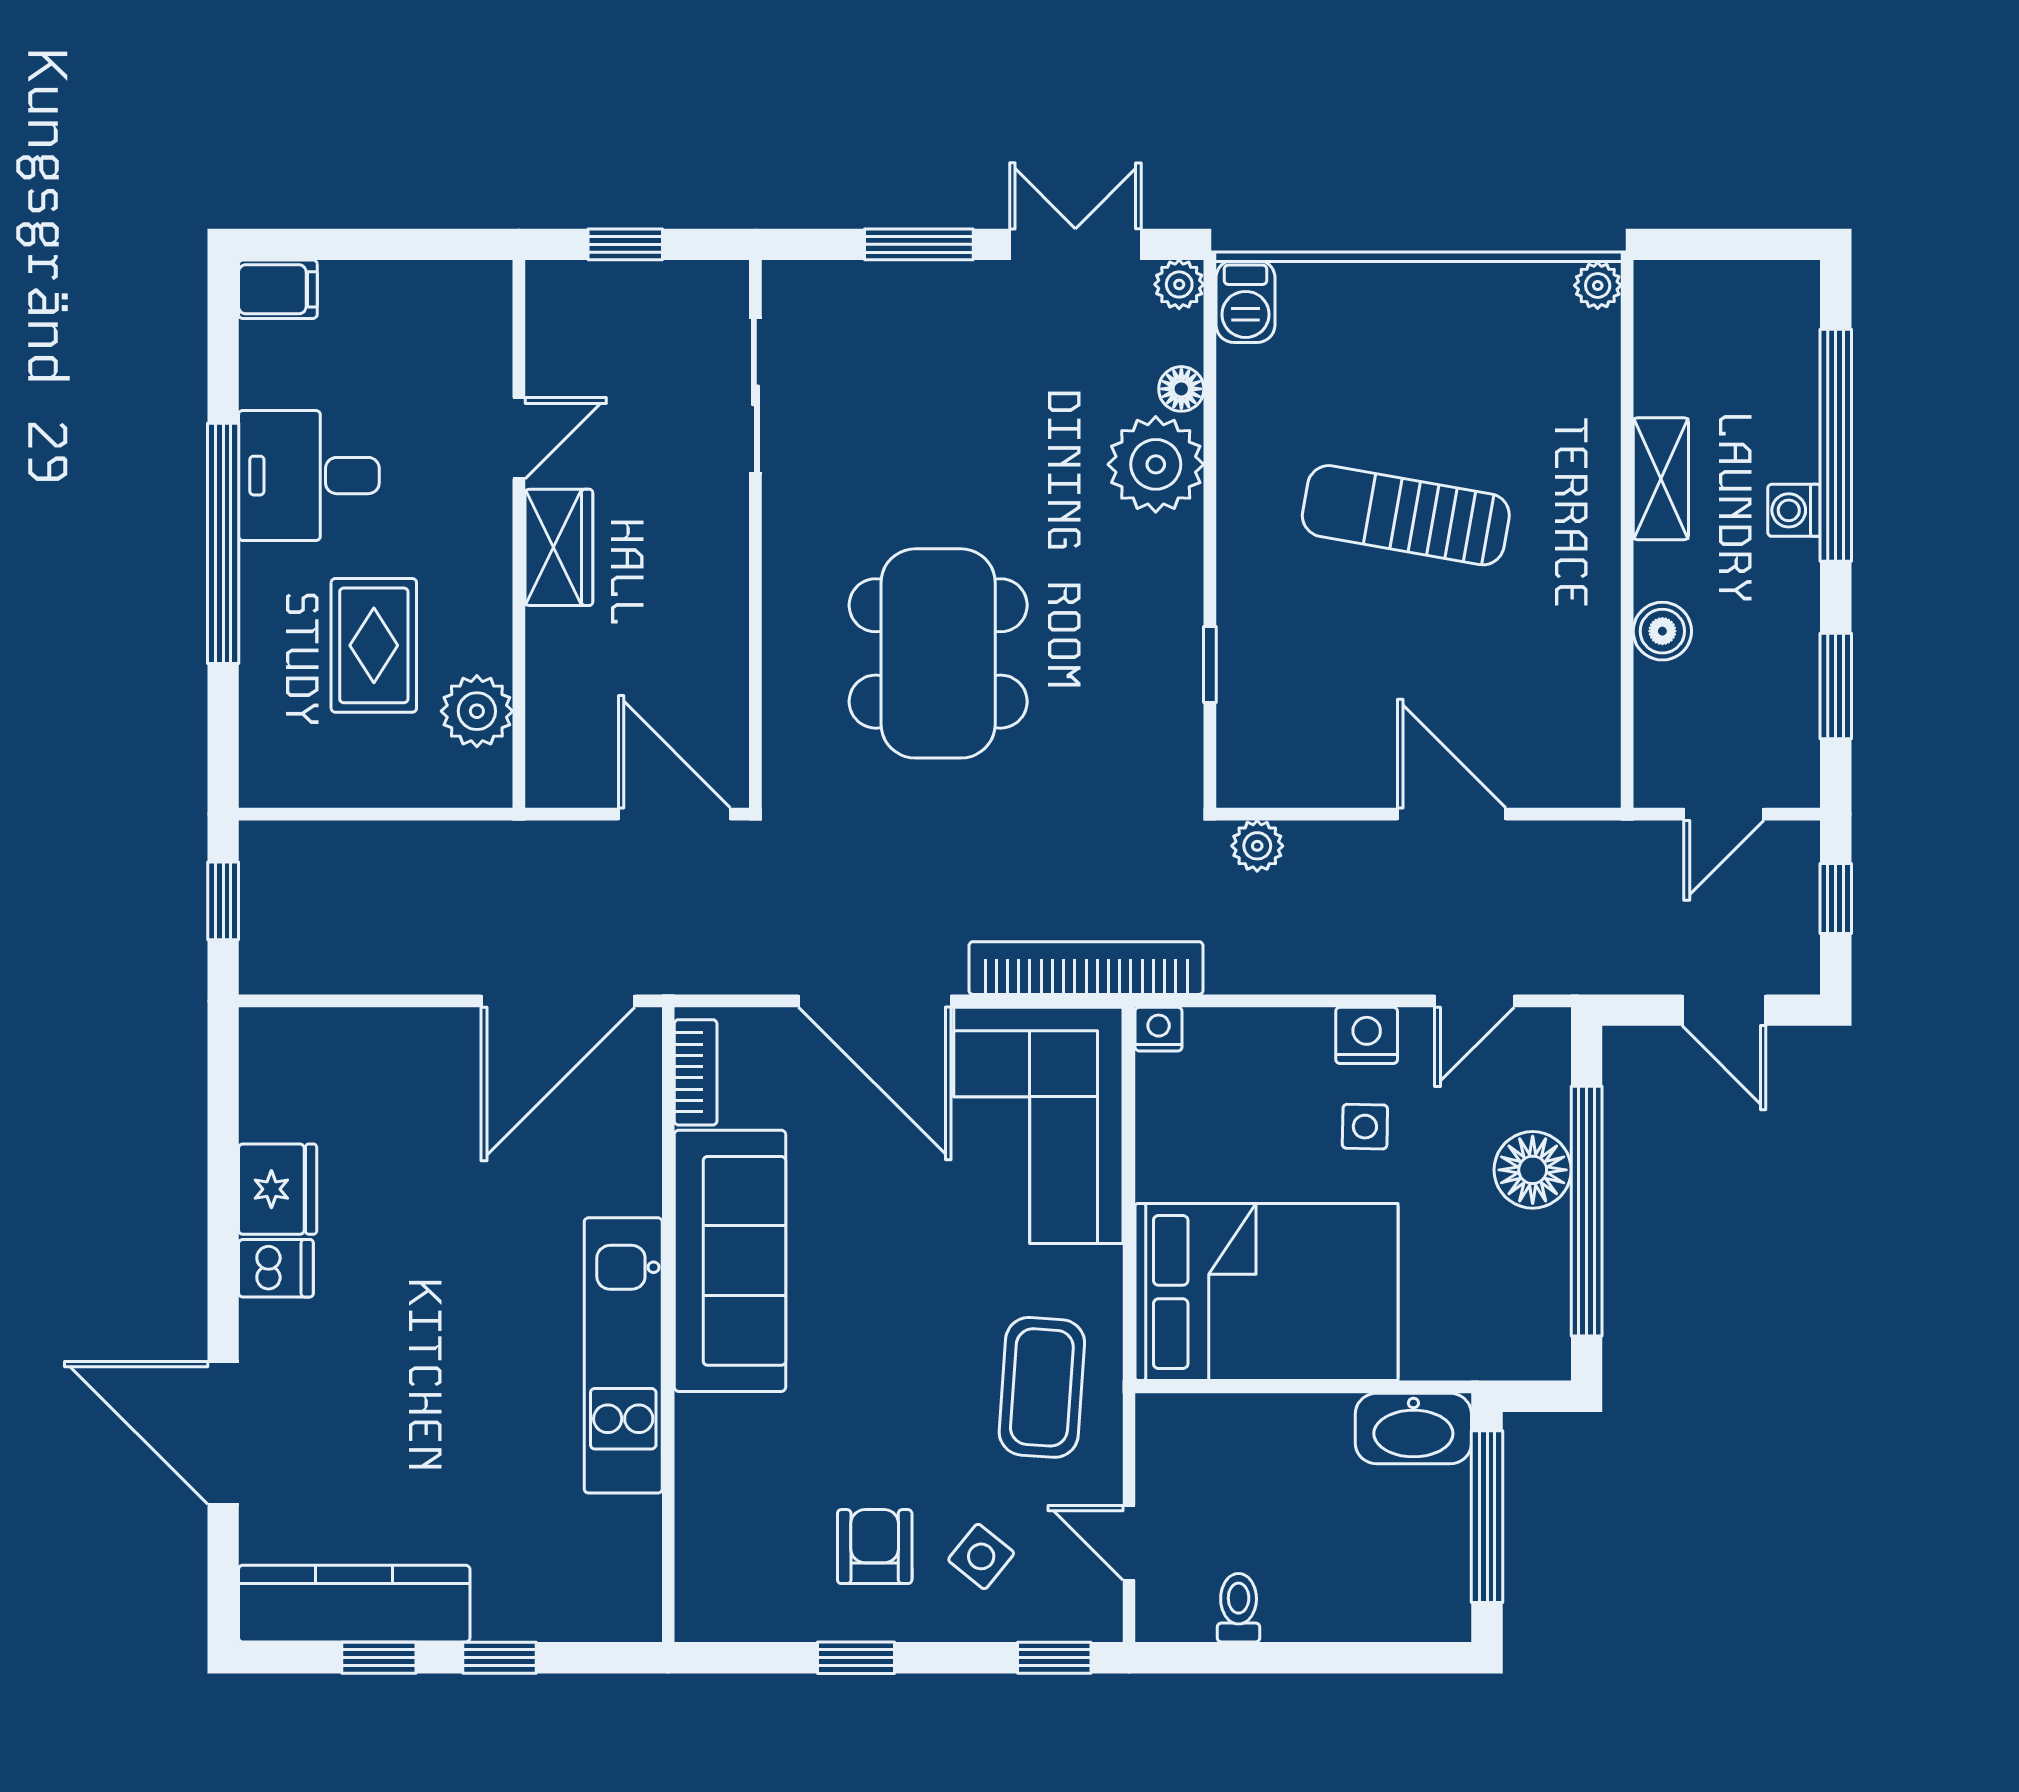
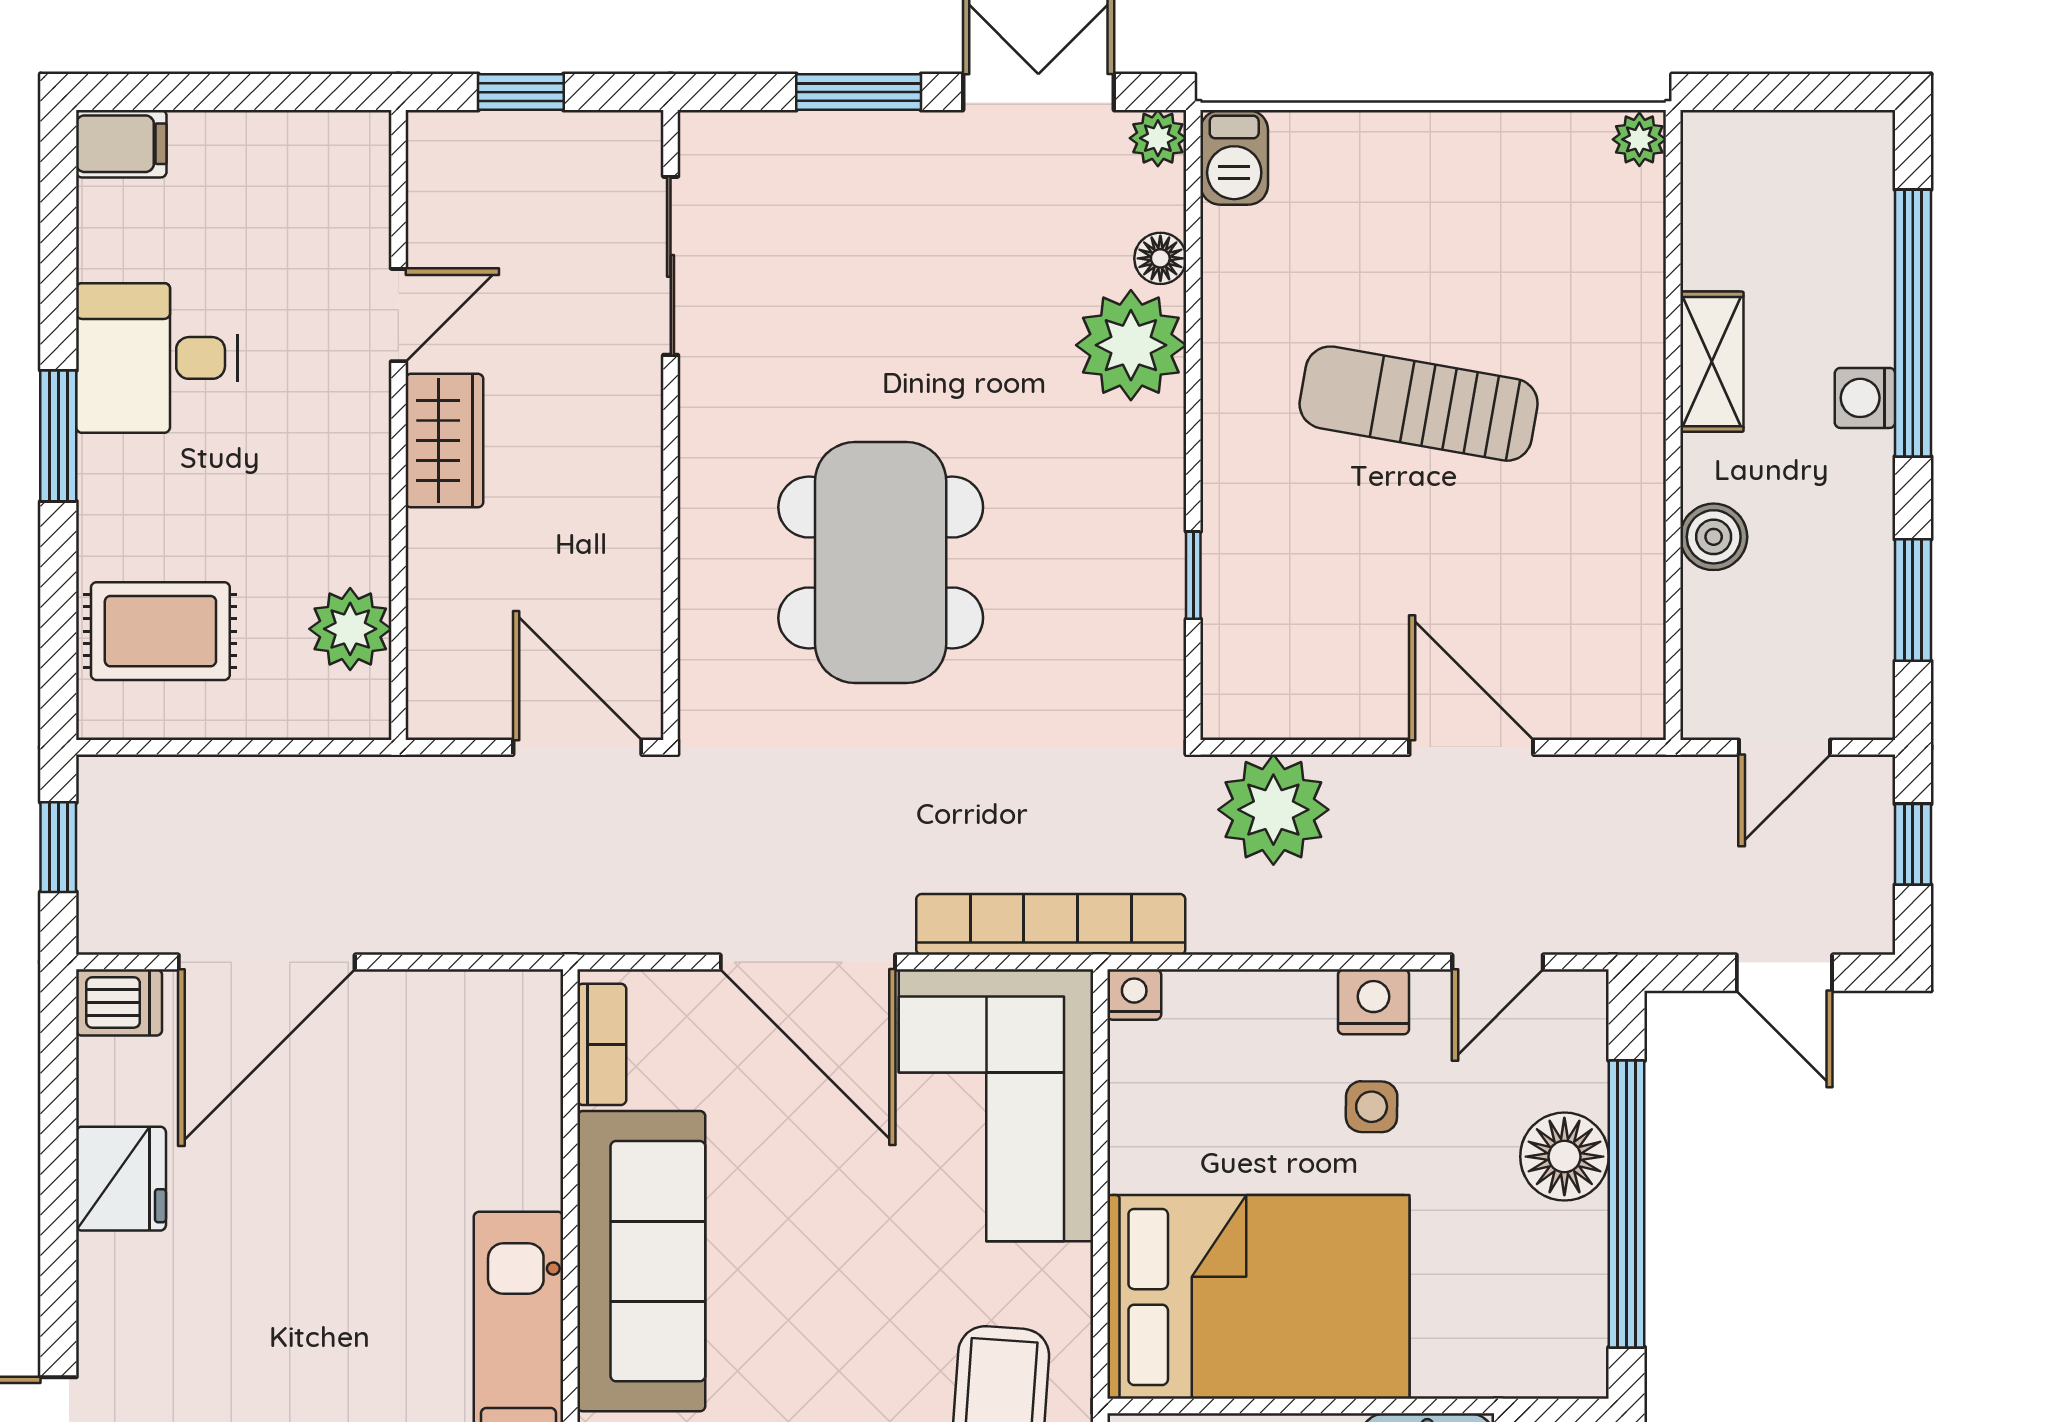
window: (223, 543) -> (58, 436), width x0.47
rug: (374, 645) -> (160, 631), moved, turned 90
plant: (1257, 846) -> (1273, 810), width x1.88, depth x1.88
door: (558, 1001) -> (267, 962), moved
dishwasher: (276, 1268) -> (119, 1002), moved

